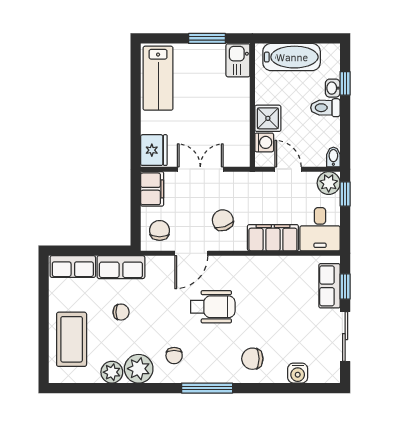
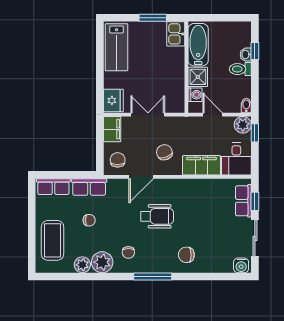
bathtub: (292, 57) -> (198, 45), moved, turned -90
water cooler: (298, 373) -> (241, 265), moved

